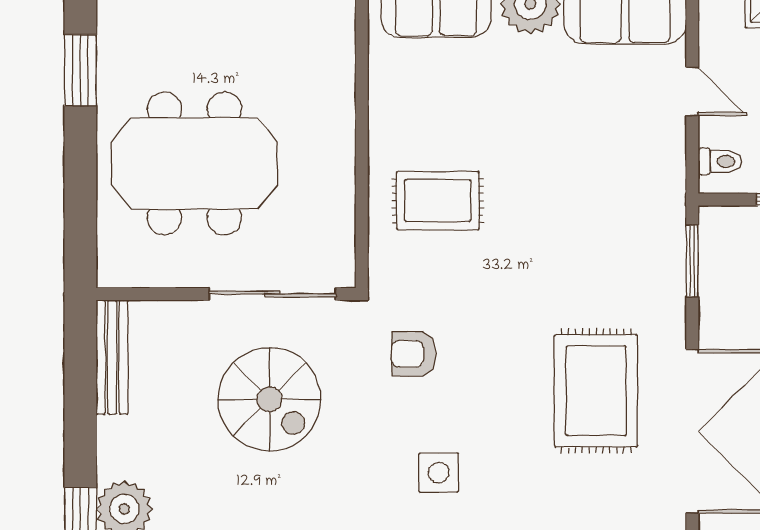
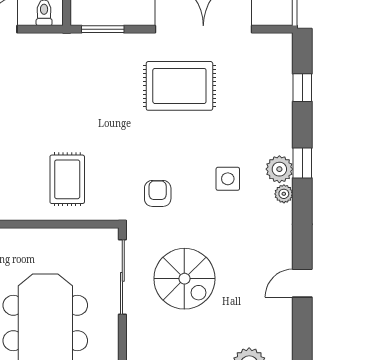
armchair: (414, 354) -> (158, 193), turned 180
spiral stairs: (269, 399) -> (184, 279), turned 90

